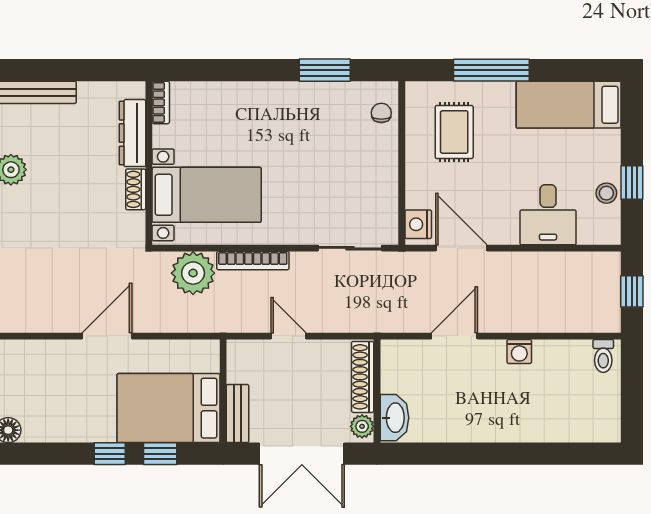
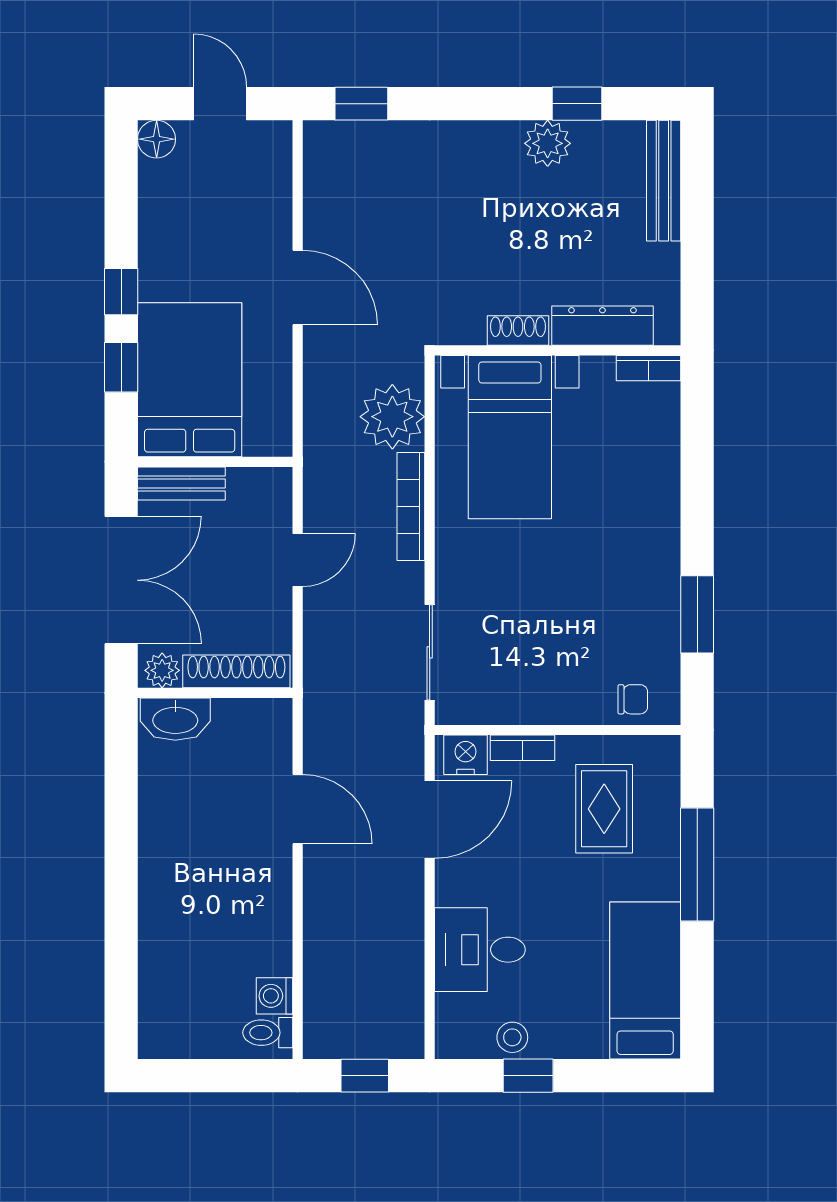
rug: (454, 132) -> (604, 809), turned 90
bookcase: (414, 186) -> (523, 748), added
washing machine: (519, 352) -> (274, 996), moved
double door: (302, 454) -> (121, 580), swing flipped

